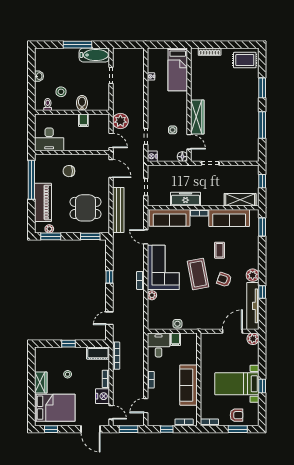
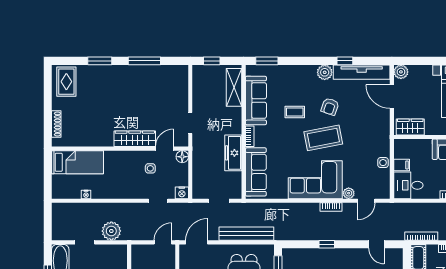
plant: (120, 121) -> (111, 231), moved
door: (146, 237) -> (366, 201), moved
wardrobe: (207, 346) -> (410, 127), added

